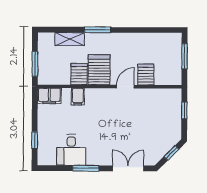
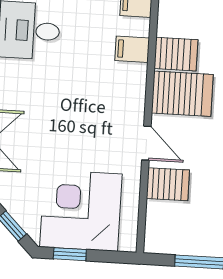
window: (184, 110) -> (70, 254), moved
corner desk: (162, 118) -> (81, 210), added

